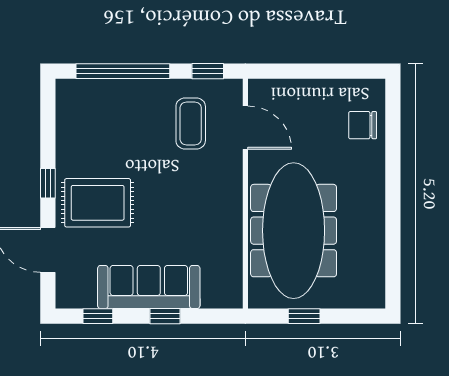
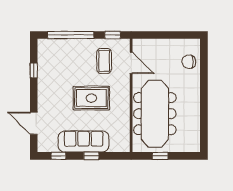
window: (48, 183) -> (34, 70), moved
rug: (98, 203) -> (91, 98), moved

